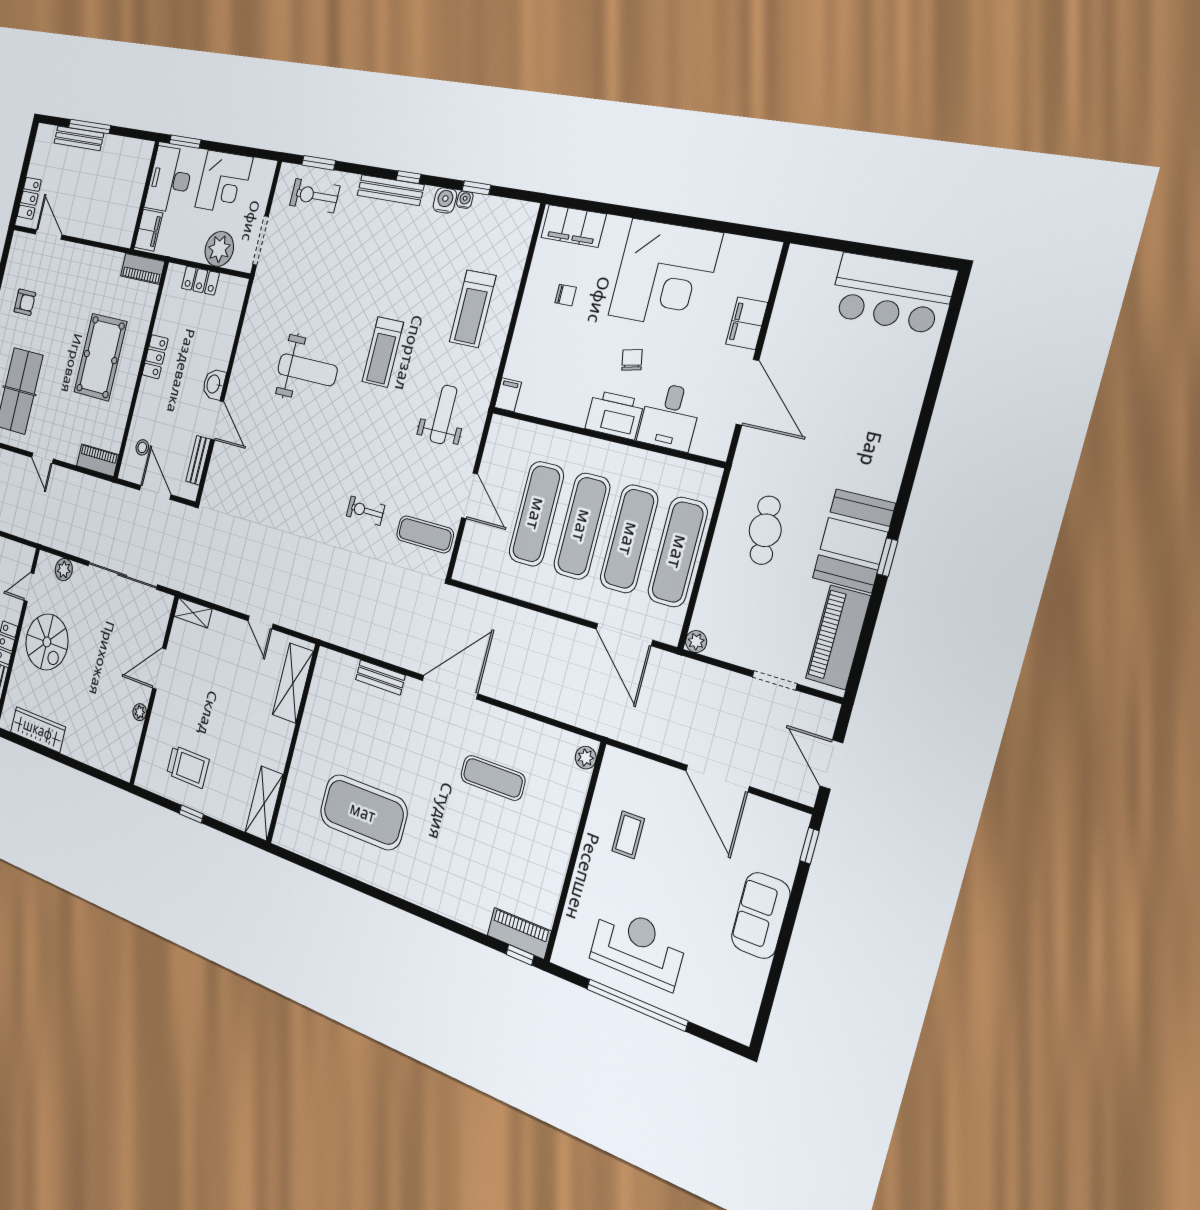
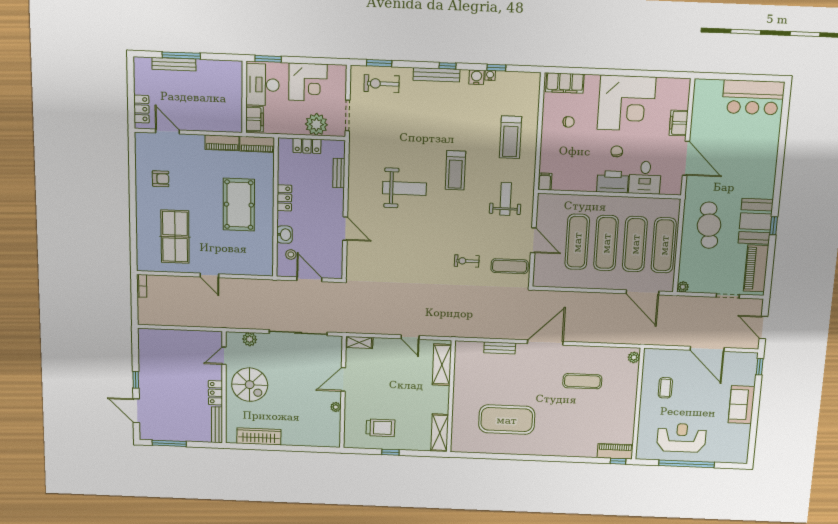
washbasin: (214, 384) -> (285, 235), moved, turned 180
piano: (98, 460) -> (222, 143), moved, turned 180
bench: (198, 460) -> (339, 173), moved
cafe table: (765, 530) -> (709, 225), width x1.37, depth x1.35

